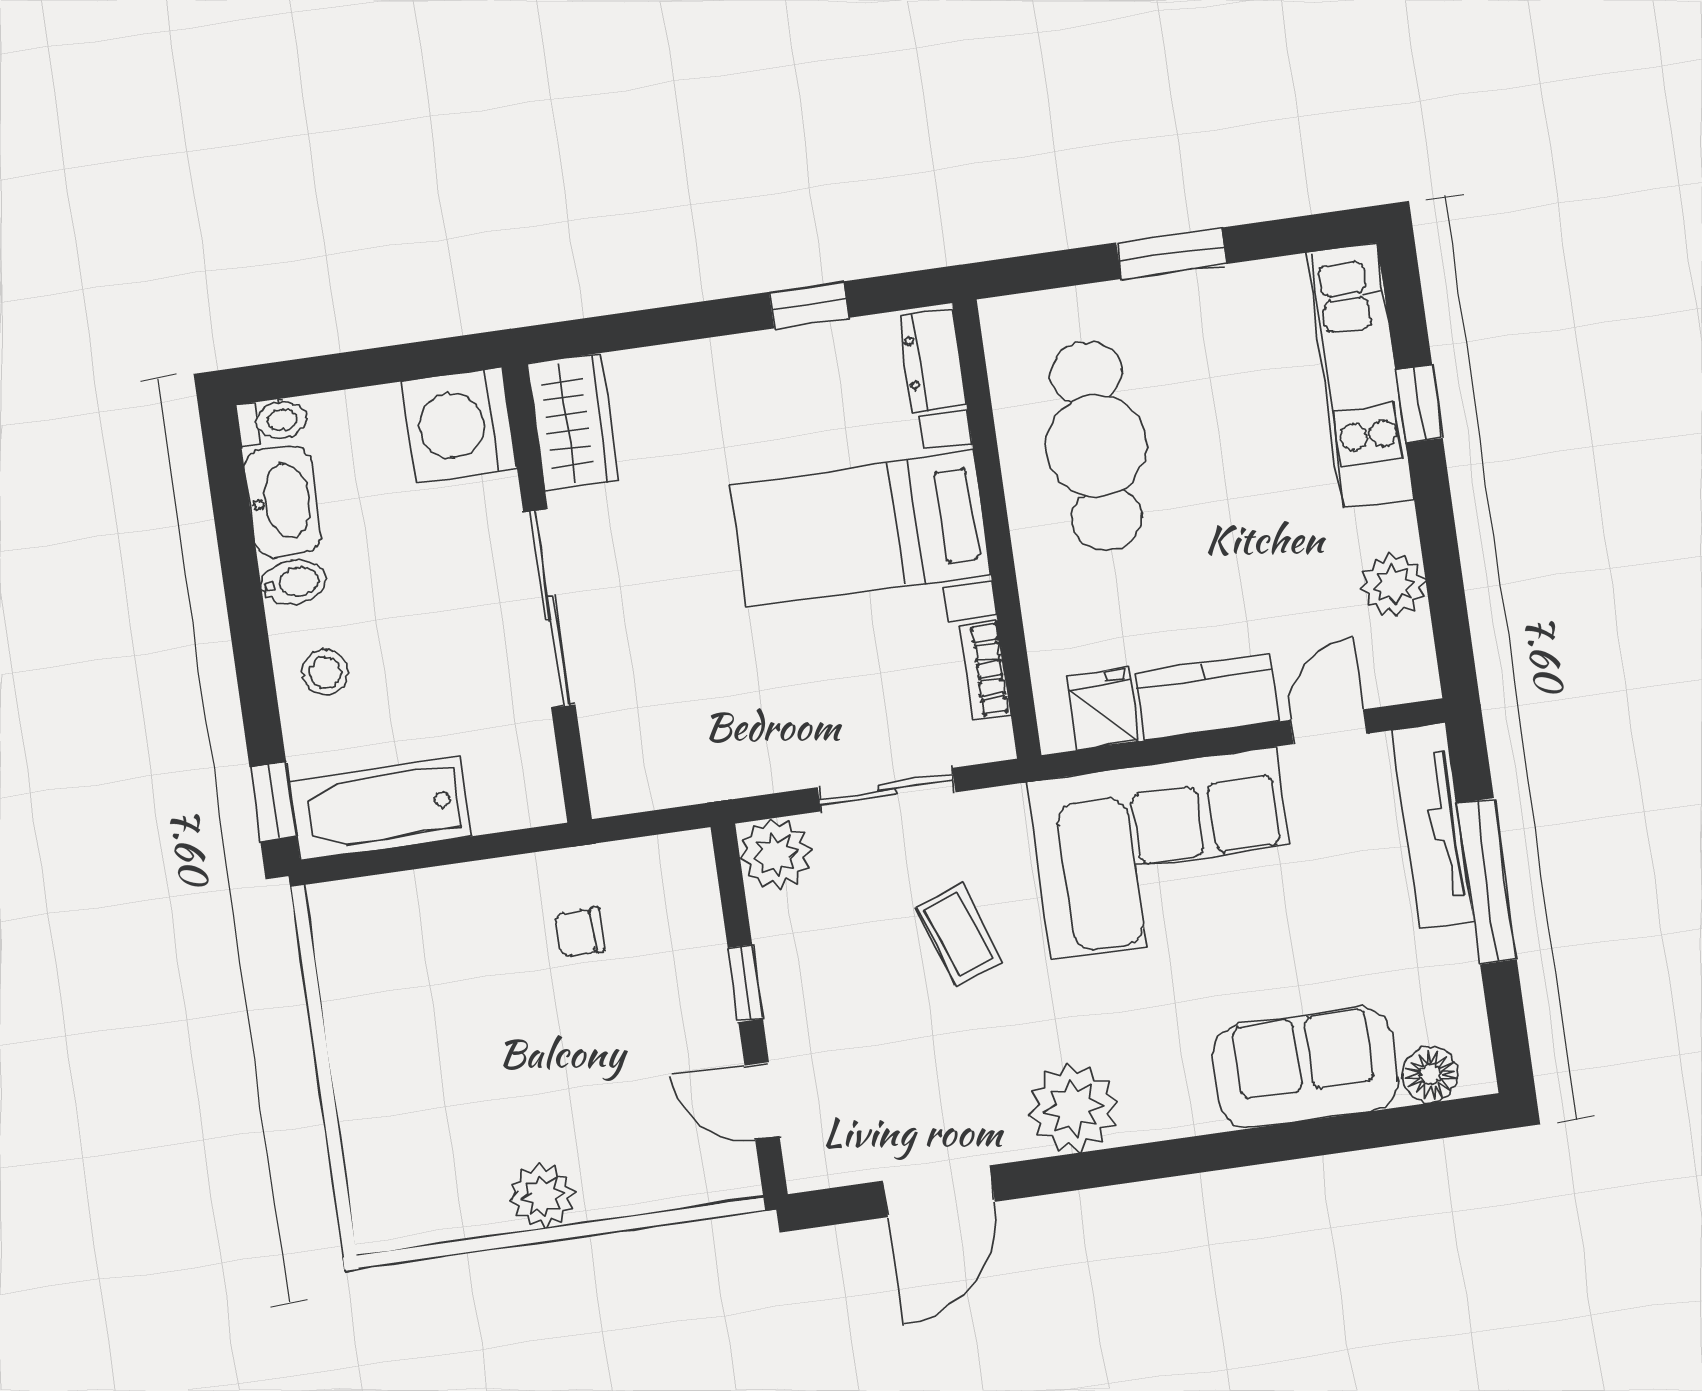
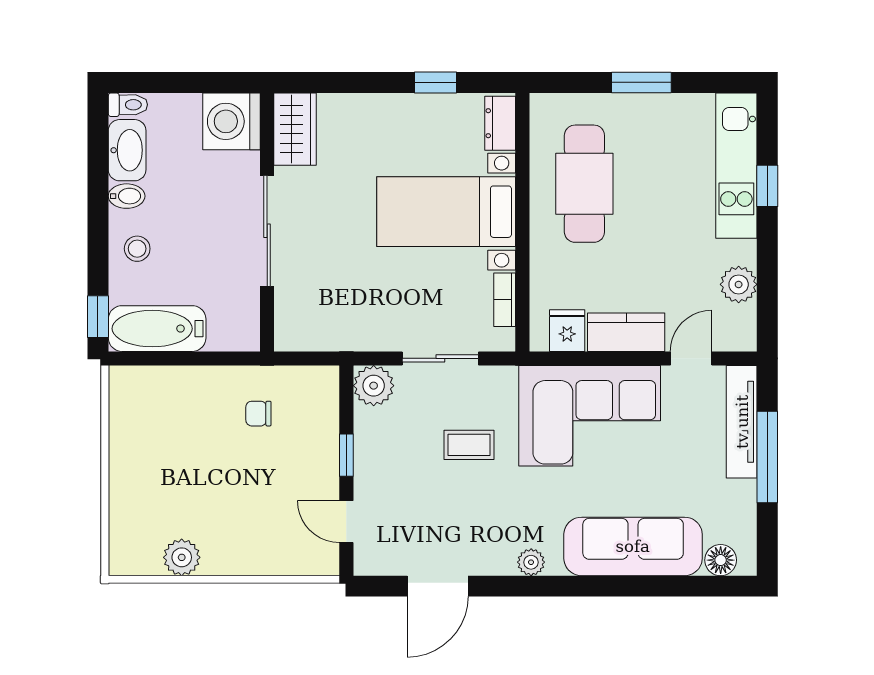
coffee table: (959, 935) -> (469, 445), turned -71
sofa: (1305, 1068) -> (633, 546), width x1.36
plant: (1073, 1108) -> (531, 562), width x0.53, depth x0.53
plant: (542, 1196) -> (182, 557), moved

